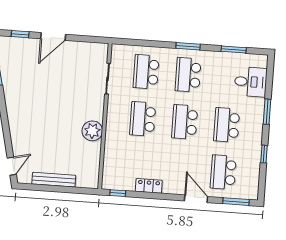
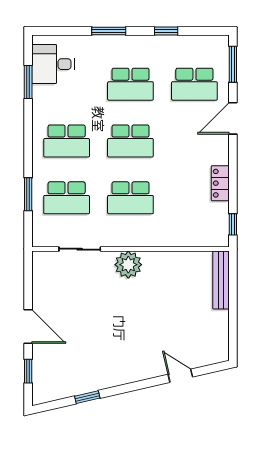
window: (188, 46) -> (28, 194), moved
desk: (251, 82) -> (53, 64), moved, turned -90
plant: (92, 131) -> (128, 265), moved
door: (12, 166) -> (180, 376), moved
bench: (54, 180) -> (221, 280), moved

